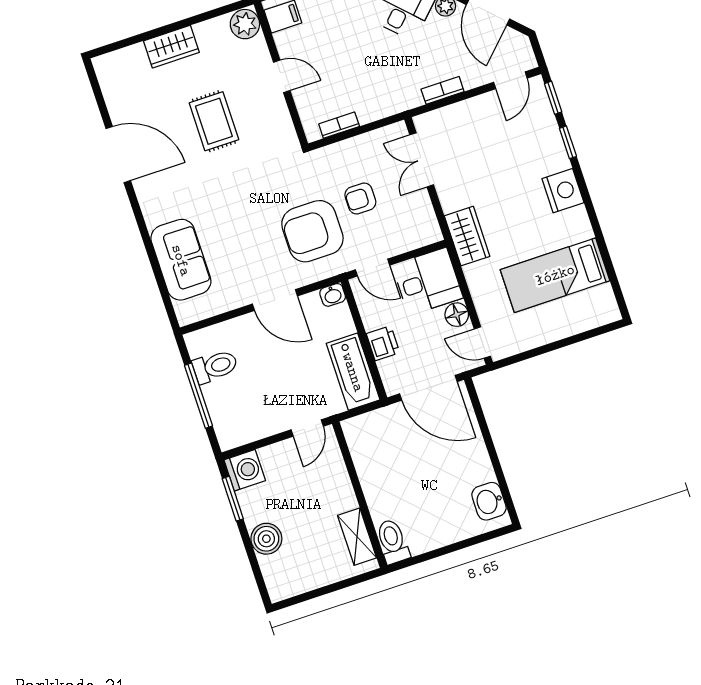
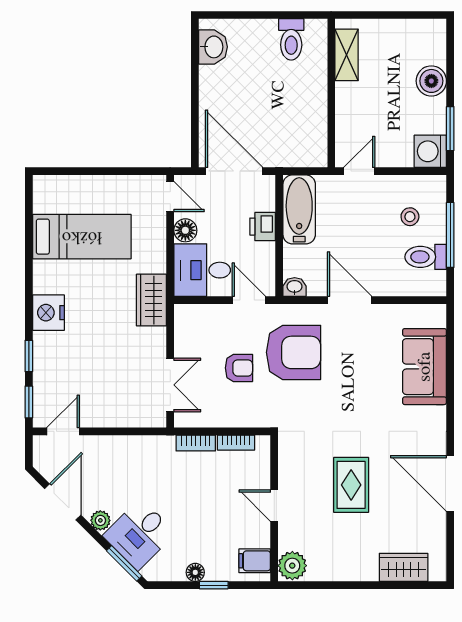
wardrobe: (171, 47) -> (404, 567), moved
bookcase: (443, 90) -> (196, 443), moved
stool: (243, 400) -> (410, 217), added
toilet: (393, 541) -> (291, 39), moved

